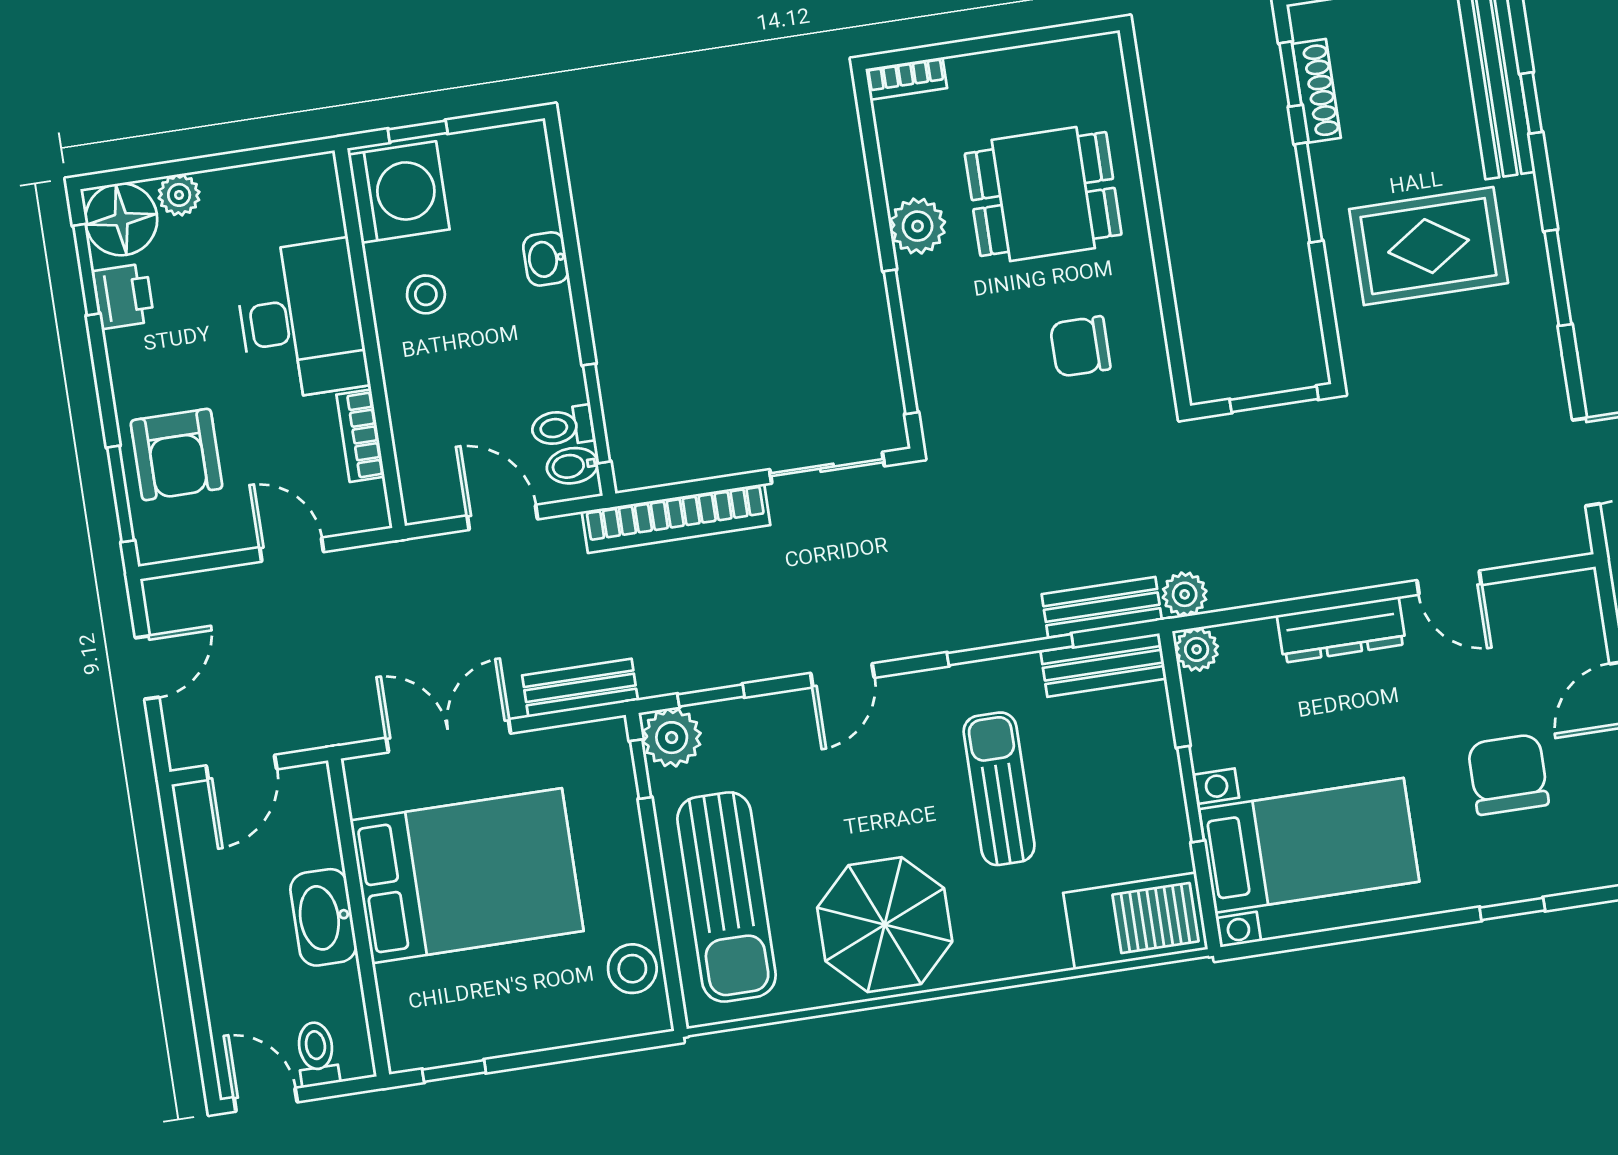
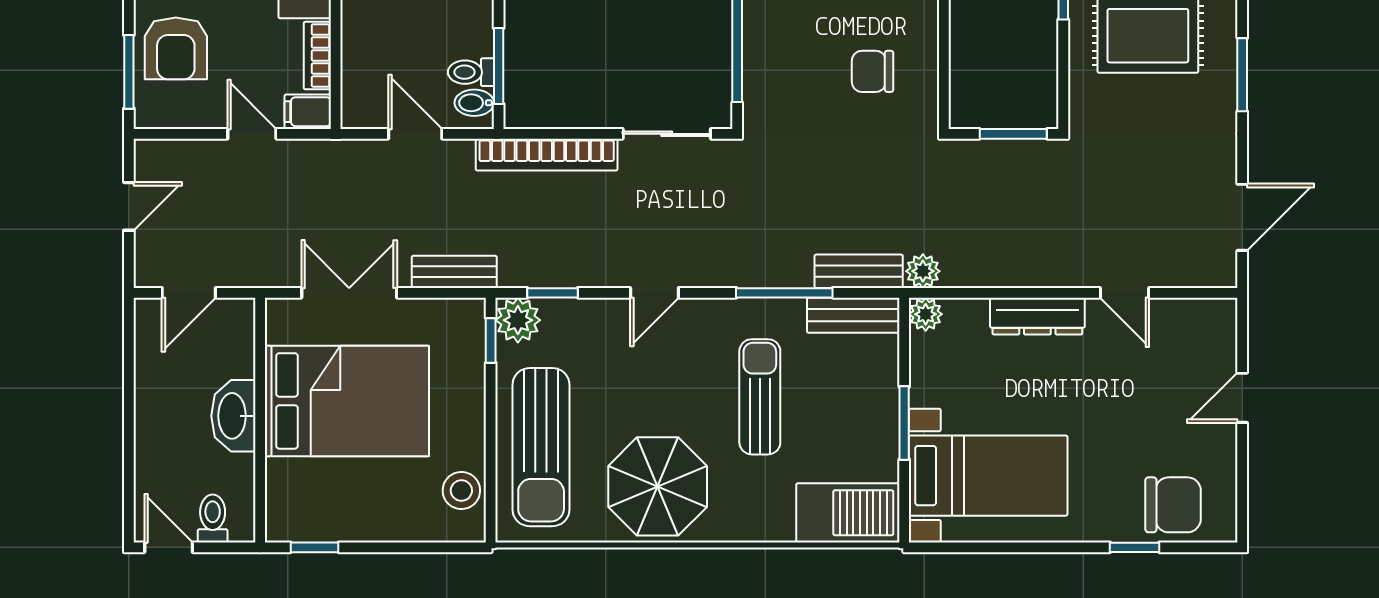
filing cabinet: (359, 510) -> (308, 112), added
chair: (1508, 774) -> (1173, 505), moved, turned 90

